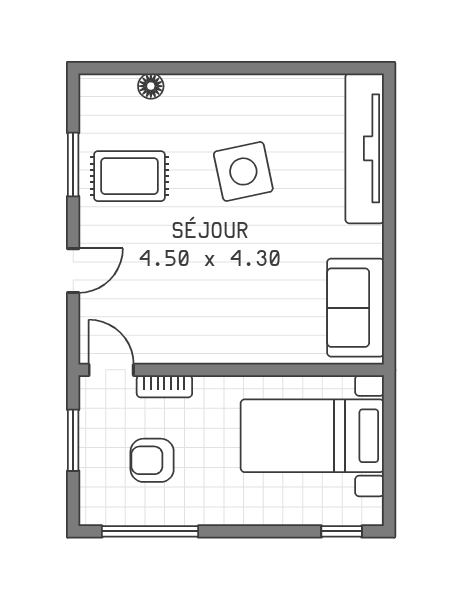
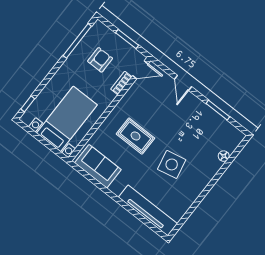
rug: (129, 176) -> (136, 136), moved, turned 90

